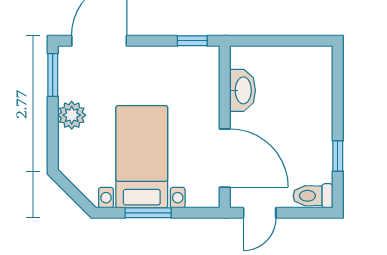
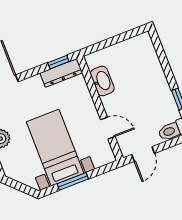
dresser: (190, 57) -> (61, 73), added
door: (225, 158) -> (108, 128), width x0.53

